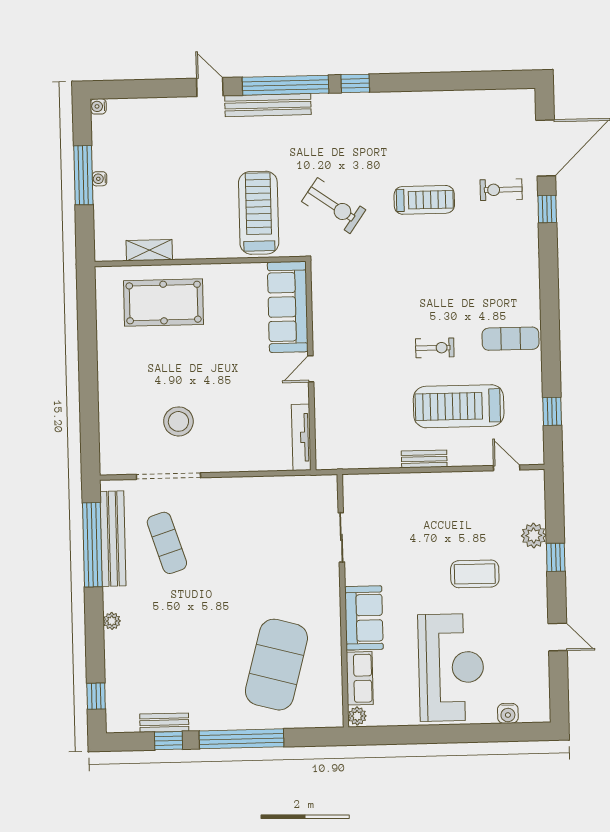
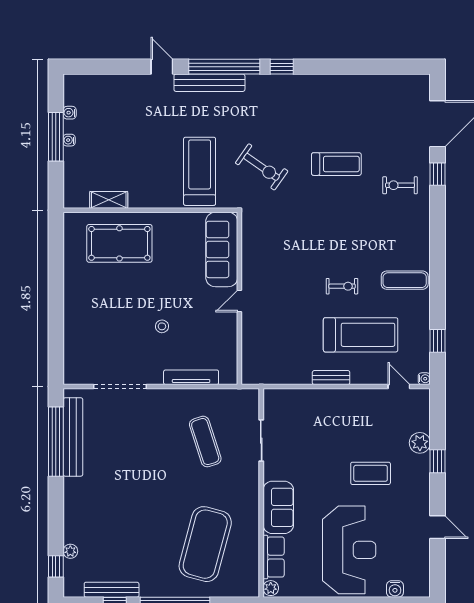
water cooler: (98, 106) -> (70, 113), moved
exercise bike: (501, 190) -> (400, 185), moved
treadmill: (459, 406) -> (361, 335), turned 180
stool: (178, 421) -> (162, 326), moved, width x0.53, depth x0.53
tv unit: (301, 437) -> (191, 377), moved, turned 90
water cooler: (537, 458) -> (424, 379), added
exercise mat: (167, 543) -> (205, 442), moved
plant: (112, 621) -> (70, 551), moved
bench: (164, 723) -> (112, 590), width x1.36

